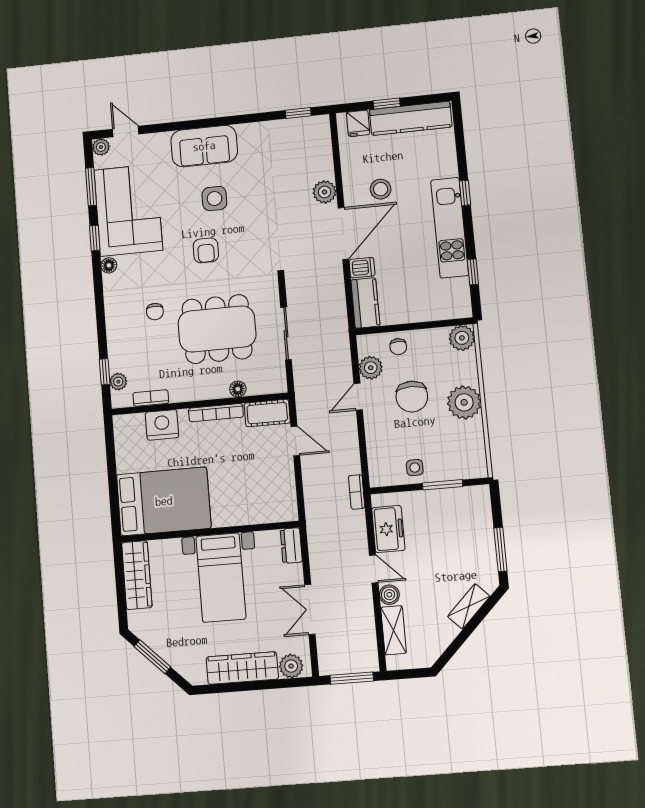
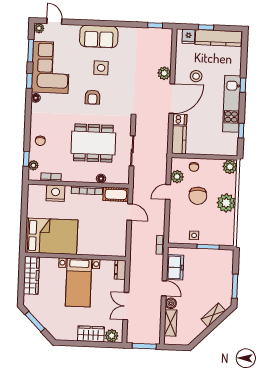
chair: (155, 312) -> (40, 141), moved
wardrobe: (242, 668) -> (91, 334), width x0.67

